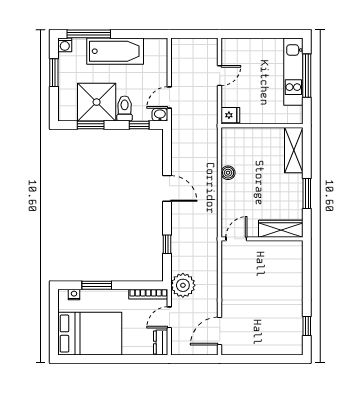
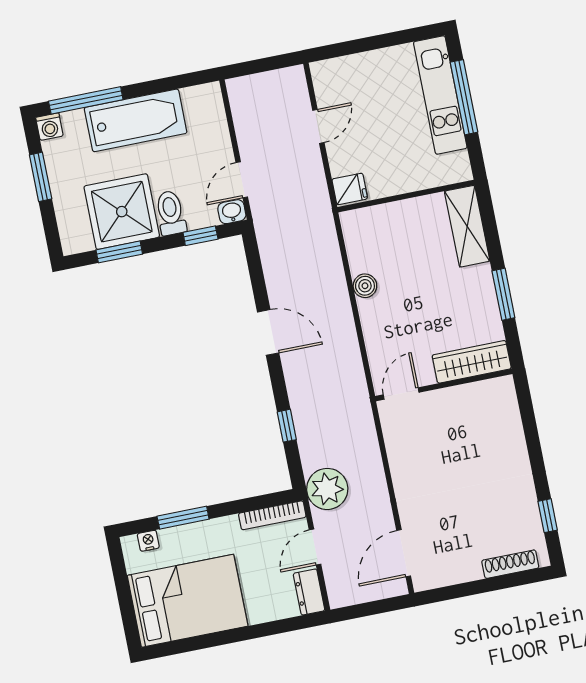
shoe rack: (280, 350) -> (510, 564), added

